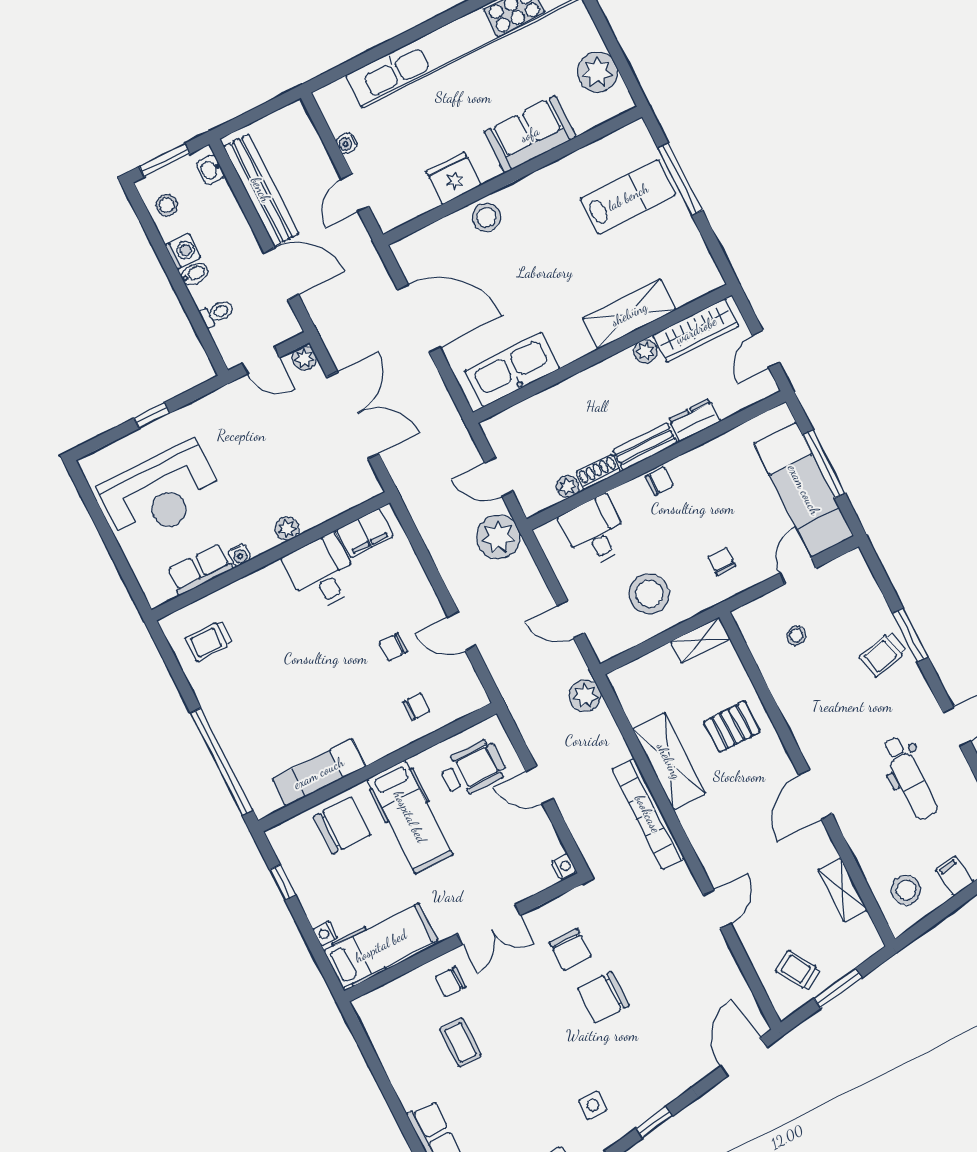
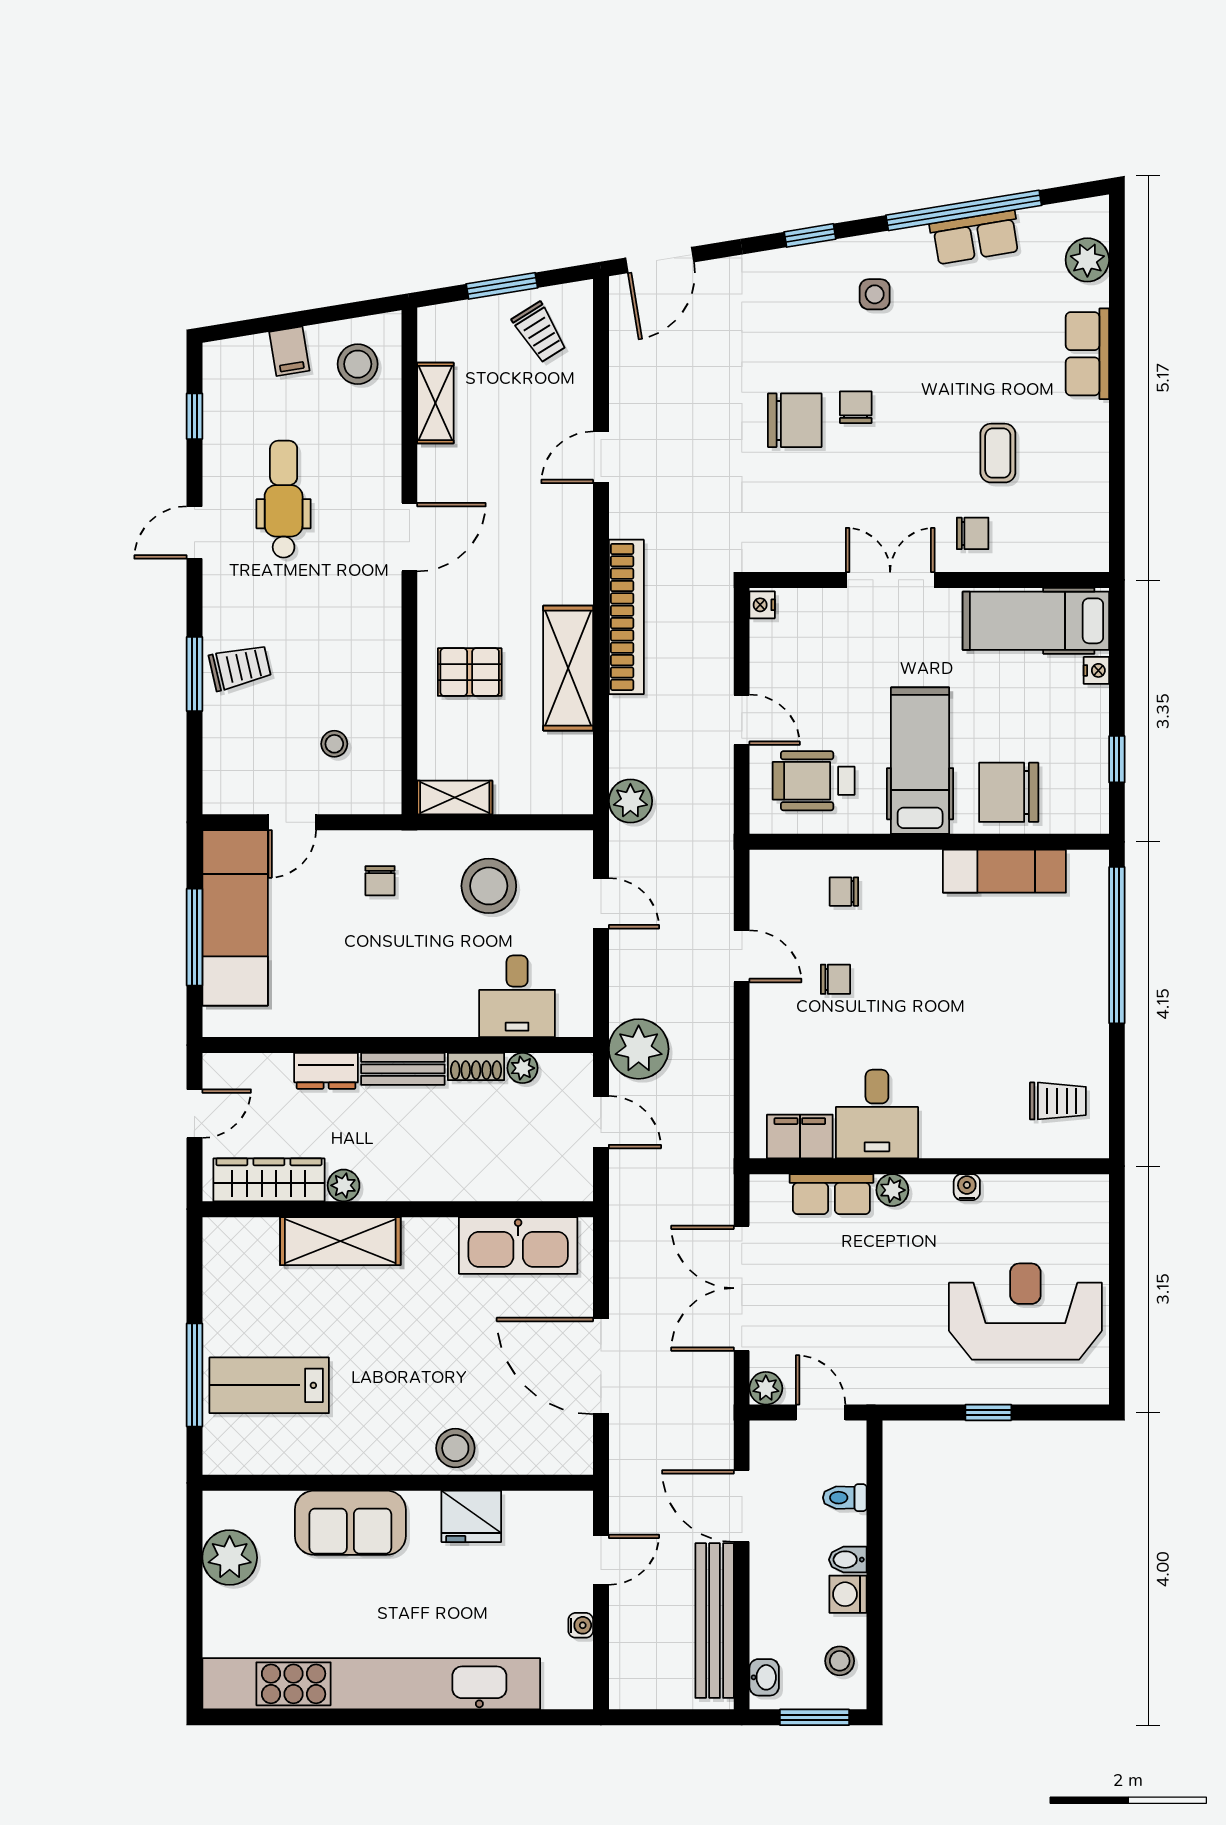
chair: (660, 481) -> (407, 1018), removed
row of seats: (200, 570) -> (831, 1194), moved
chair: (570, 949) -> (856, 407), moved, width x0.73, depth x0.73

